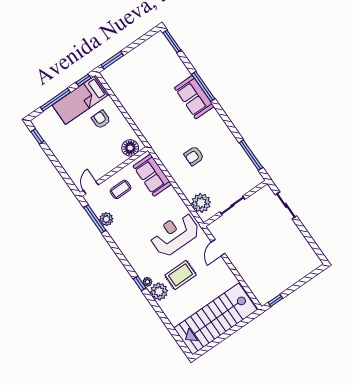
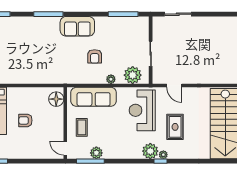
sofa: (194, 97) -> (77, 26), moved
armchair: (101, 119) -> (25, 120), moved
sofa: (152, 175) -> (94, 97), width x1.36
plant: (183, 185) -> (111, 79), added
plant: (159, 291) -> (150, 151), moved

